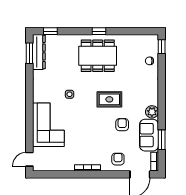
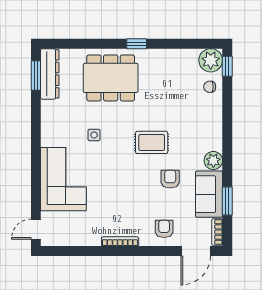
window: (50, 31) -> (66, 44), removed
plant: (150, 43) -> (211, 60), added
dining table: (98, 56) -> (111, 78), moved

